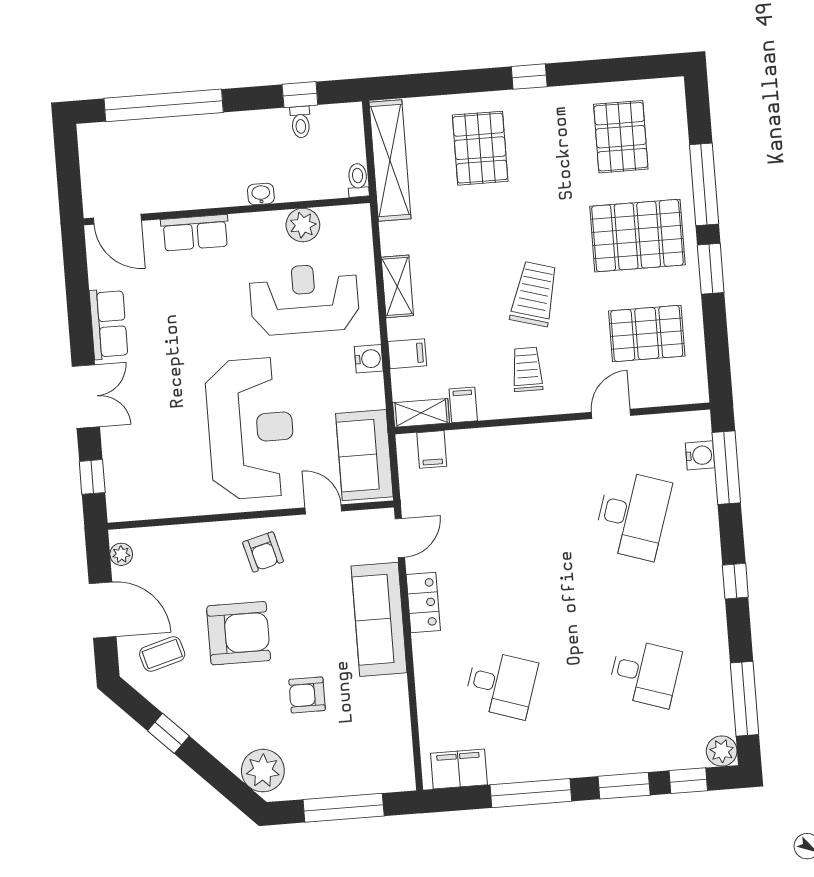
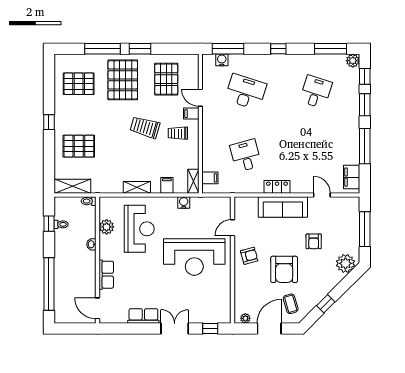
shelving: (390, 160) -> (73, 186), width x0.68
door: (117, 219) -> (98, 308), swing flipped
reception desk: (304, 299) -> (139, 229), turned 180
water cooler: (369, 359) -> (184, 202), moved
filing cabinet: (463, 405) -> (191, 114), moved
reception desk: (251, 428) -> (194, 257), turned 180
sofa: (364, 455) -> (210, 208), removed
door: (400, 538) -> (322, 195), moved
armchair: (239, 633) -> (284, 269), turned 180
desk: (501, 684) -> (246, 156), moved, turned -33

